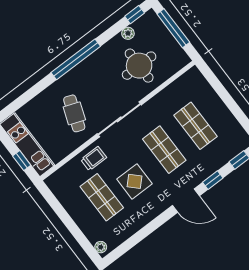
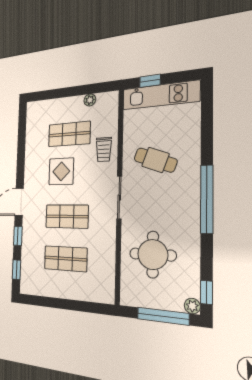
plant: (128, 33) -> (192, 306), moved
sliding door: (119, 119) -> (119, 197), width x0.73
plant: (101, 247) -> (90, 100), moved

